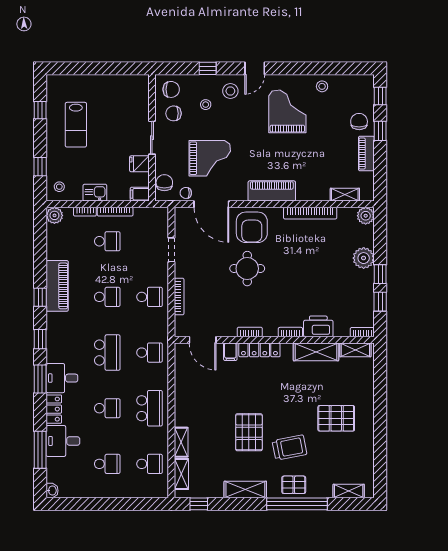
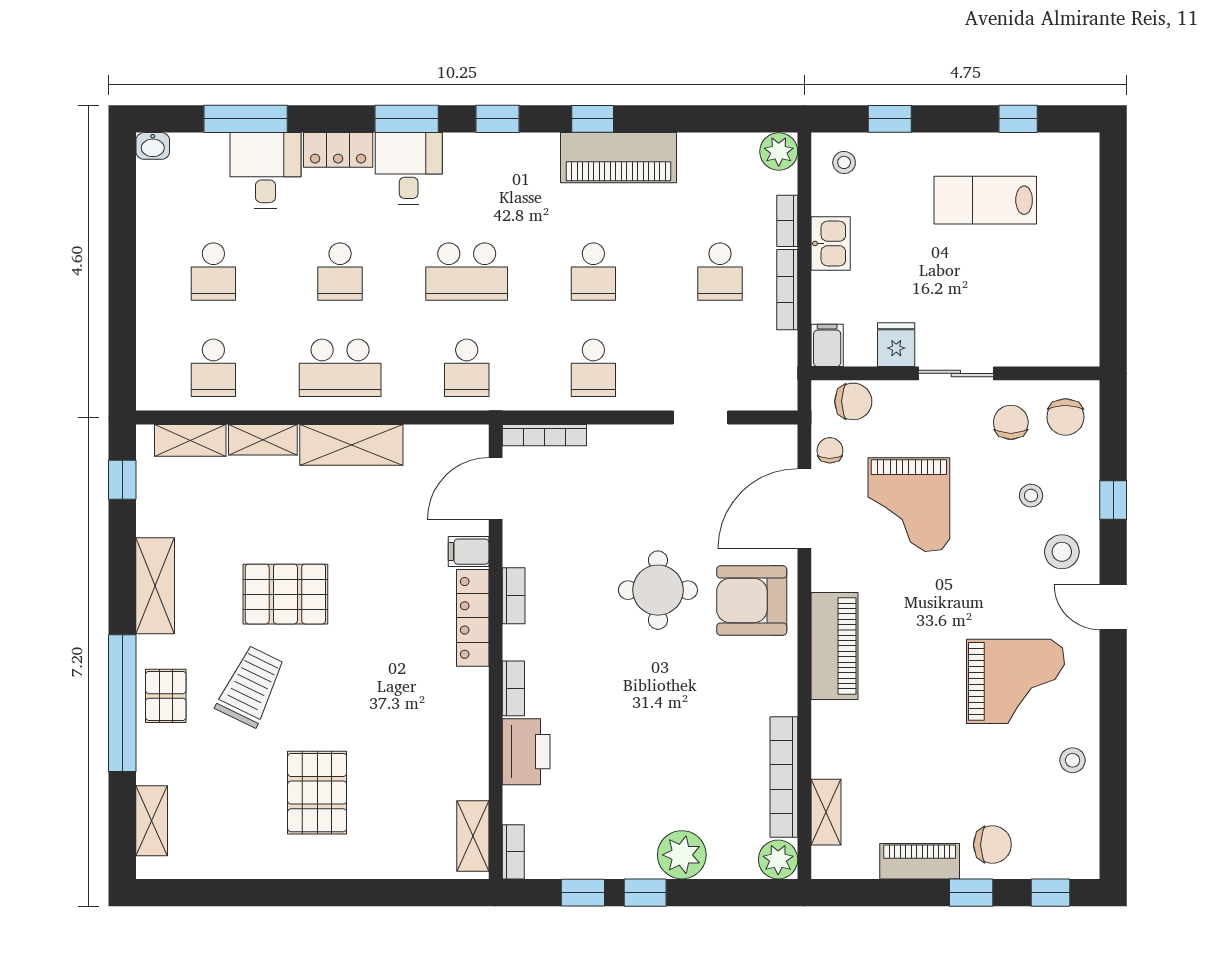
bookcase: (310, 213) -> (784, 777), moved
bookcase: (179, 297) -> (544, 435), moved
shelving: (316, 352) -> (351, 445), moved, turned 90
trolley: (289, 448) -> (251, 686), turned -143

